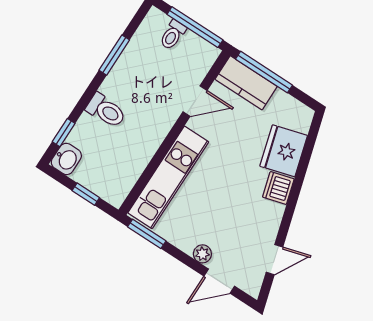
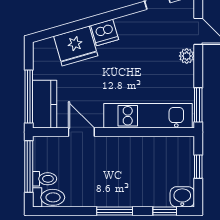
window: (114, 55) -> (115, 211), moved
toilet: (106, 111) -> (49, 197), moved, turned 90

